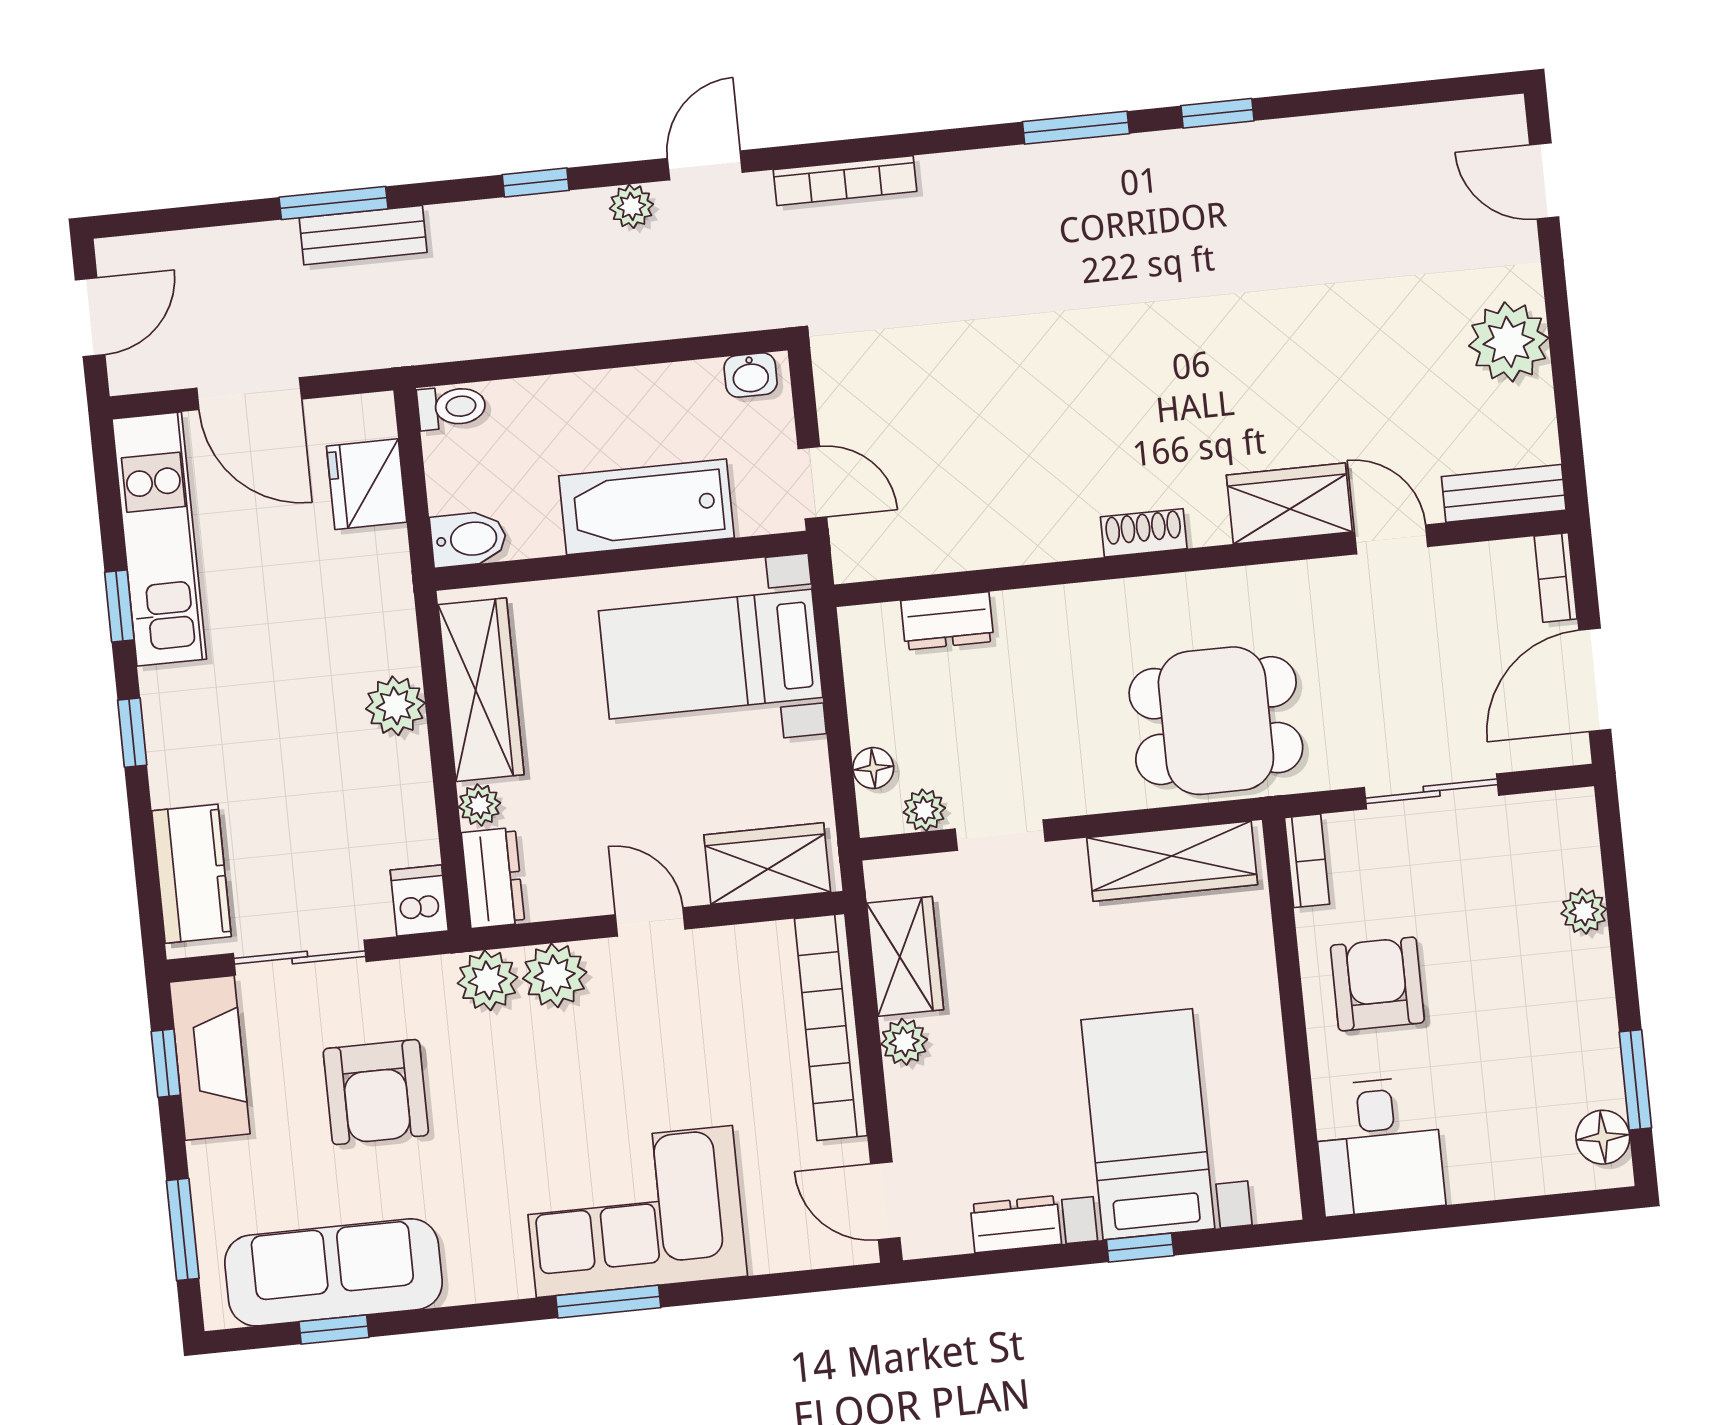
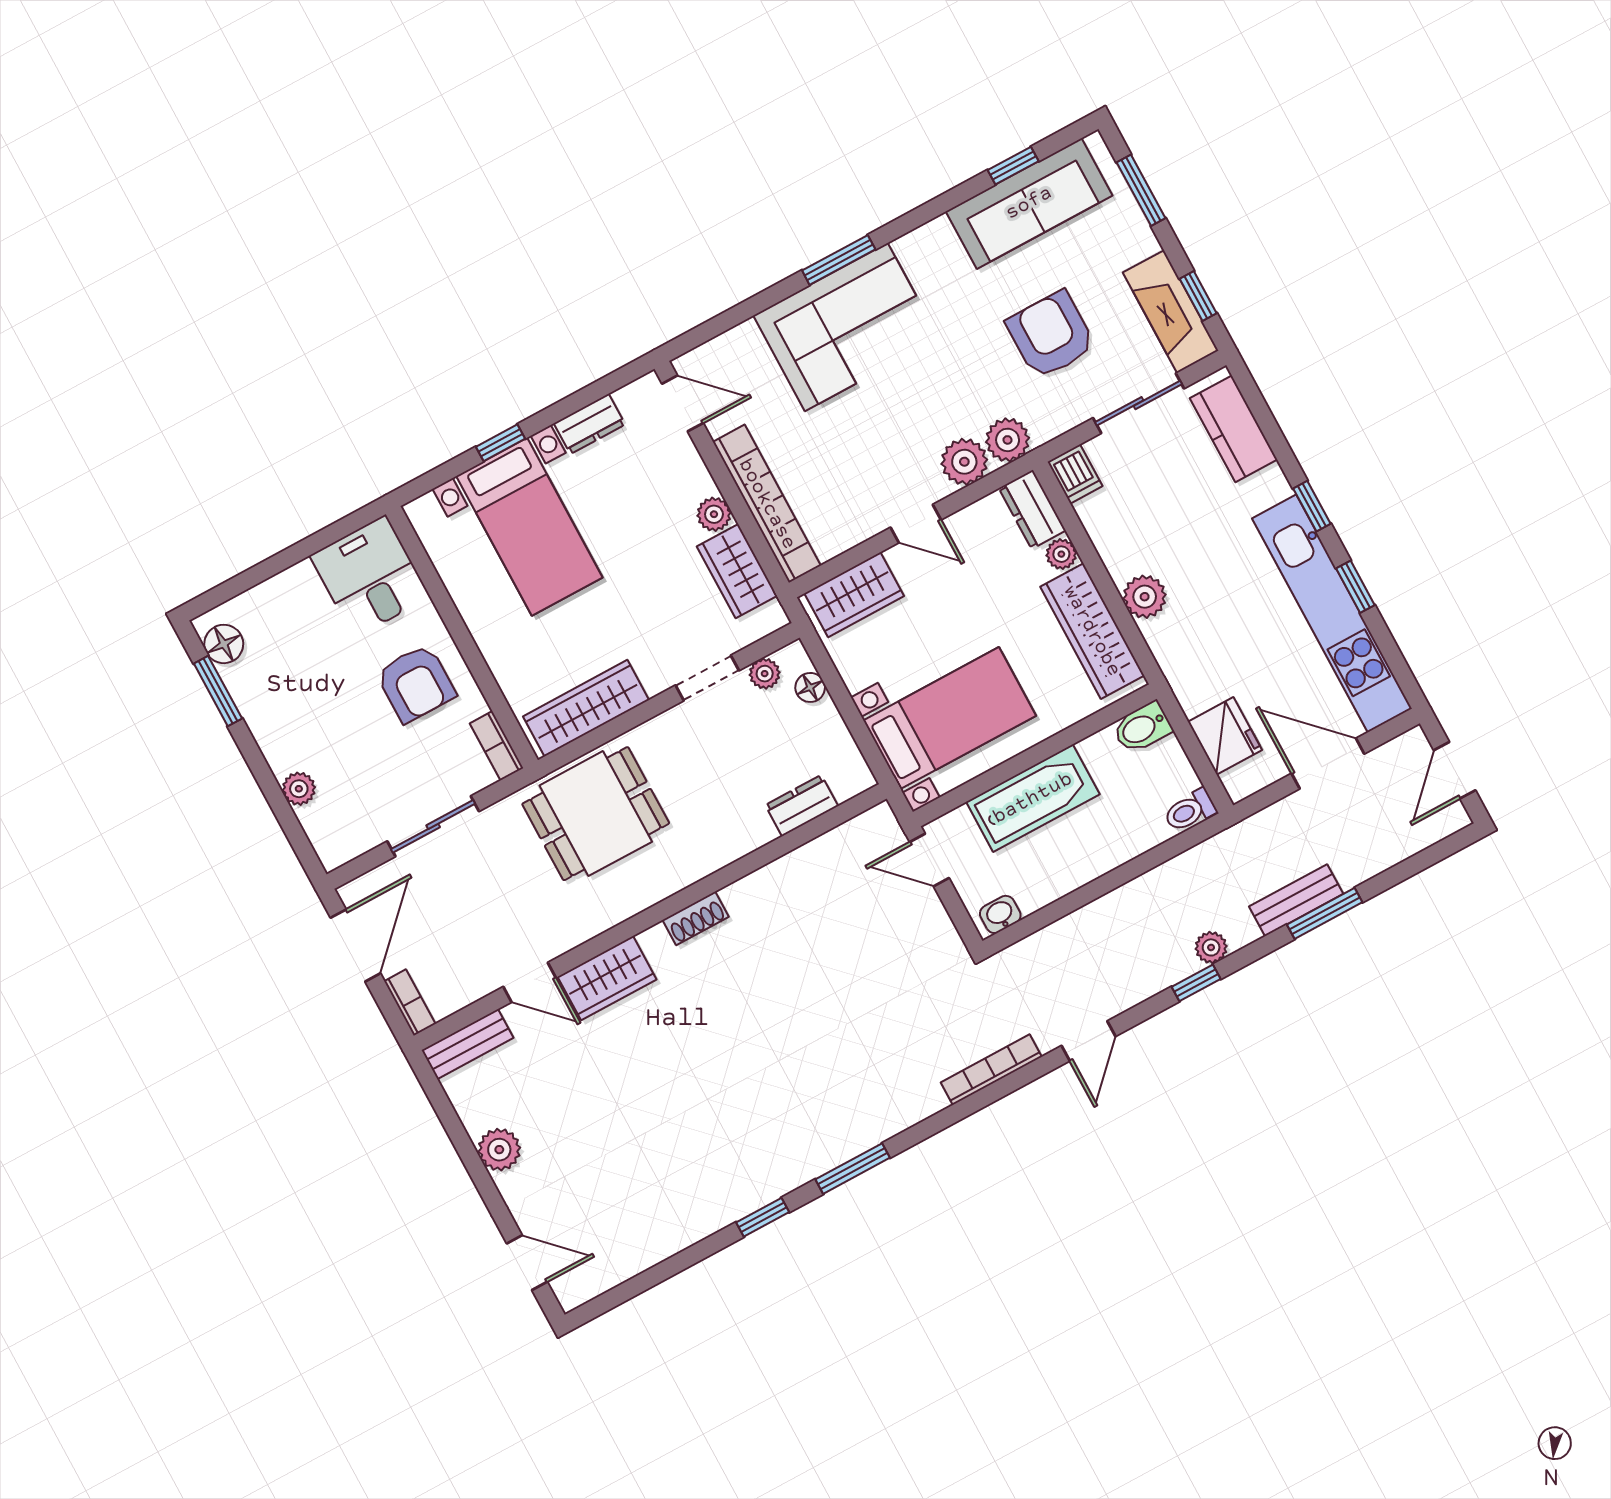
plant: (631, 206) -> (1211, 947), moved
plant: (1509, 342) -> (499, 1150), width x0.73, depth x0.73
kitchen unit: (159, 539) -> (1332, 614), width x1.36

